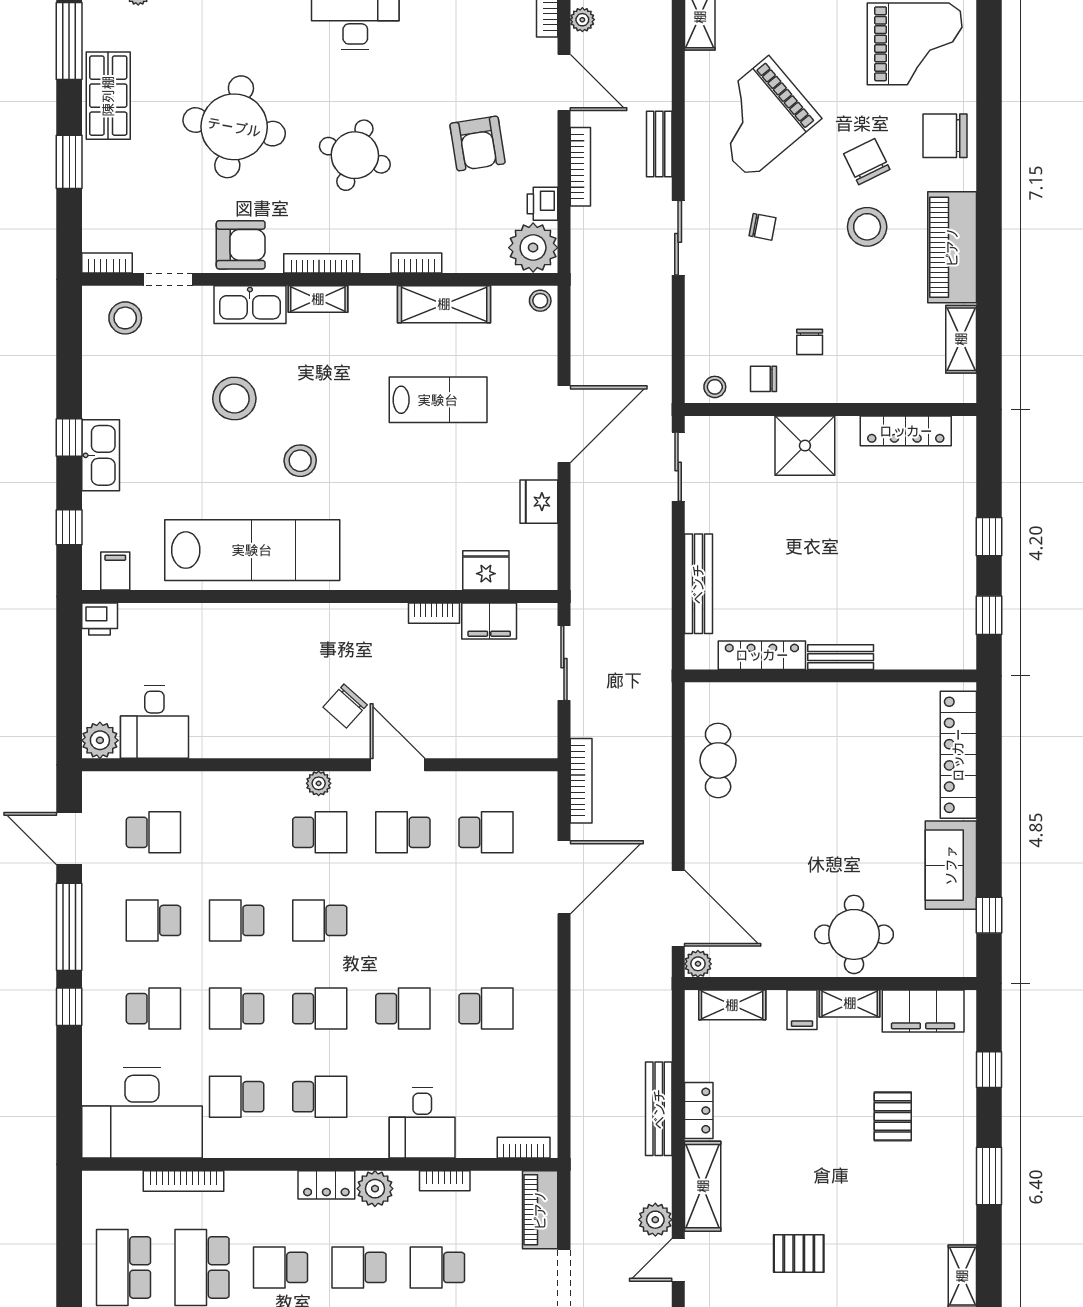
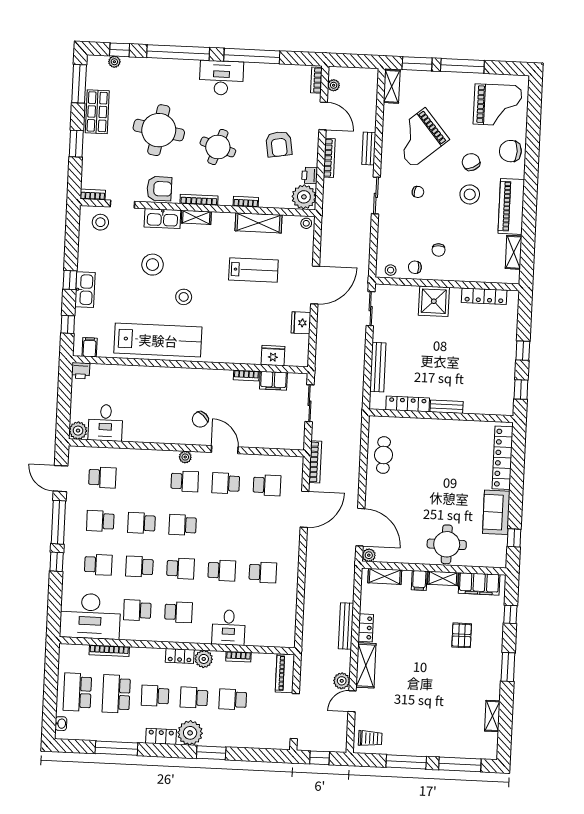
bookcase: (524, 1148) -> (278, 642), removed
pallet: (799, 1253) -> (412, 701), removed

